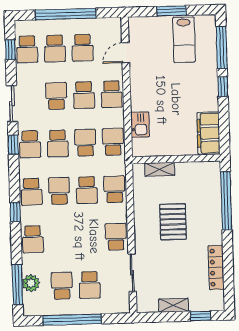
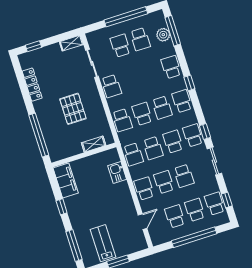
window: (223, 87) -> (62, 207), moved
shelving: (174, 305) -> (71, 43), moved

